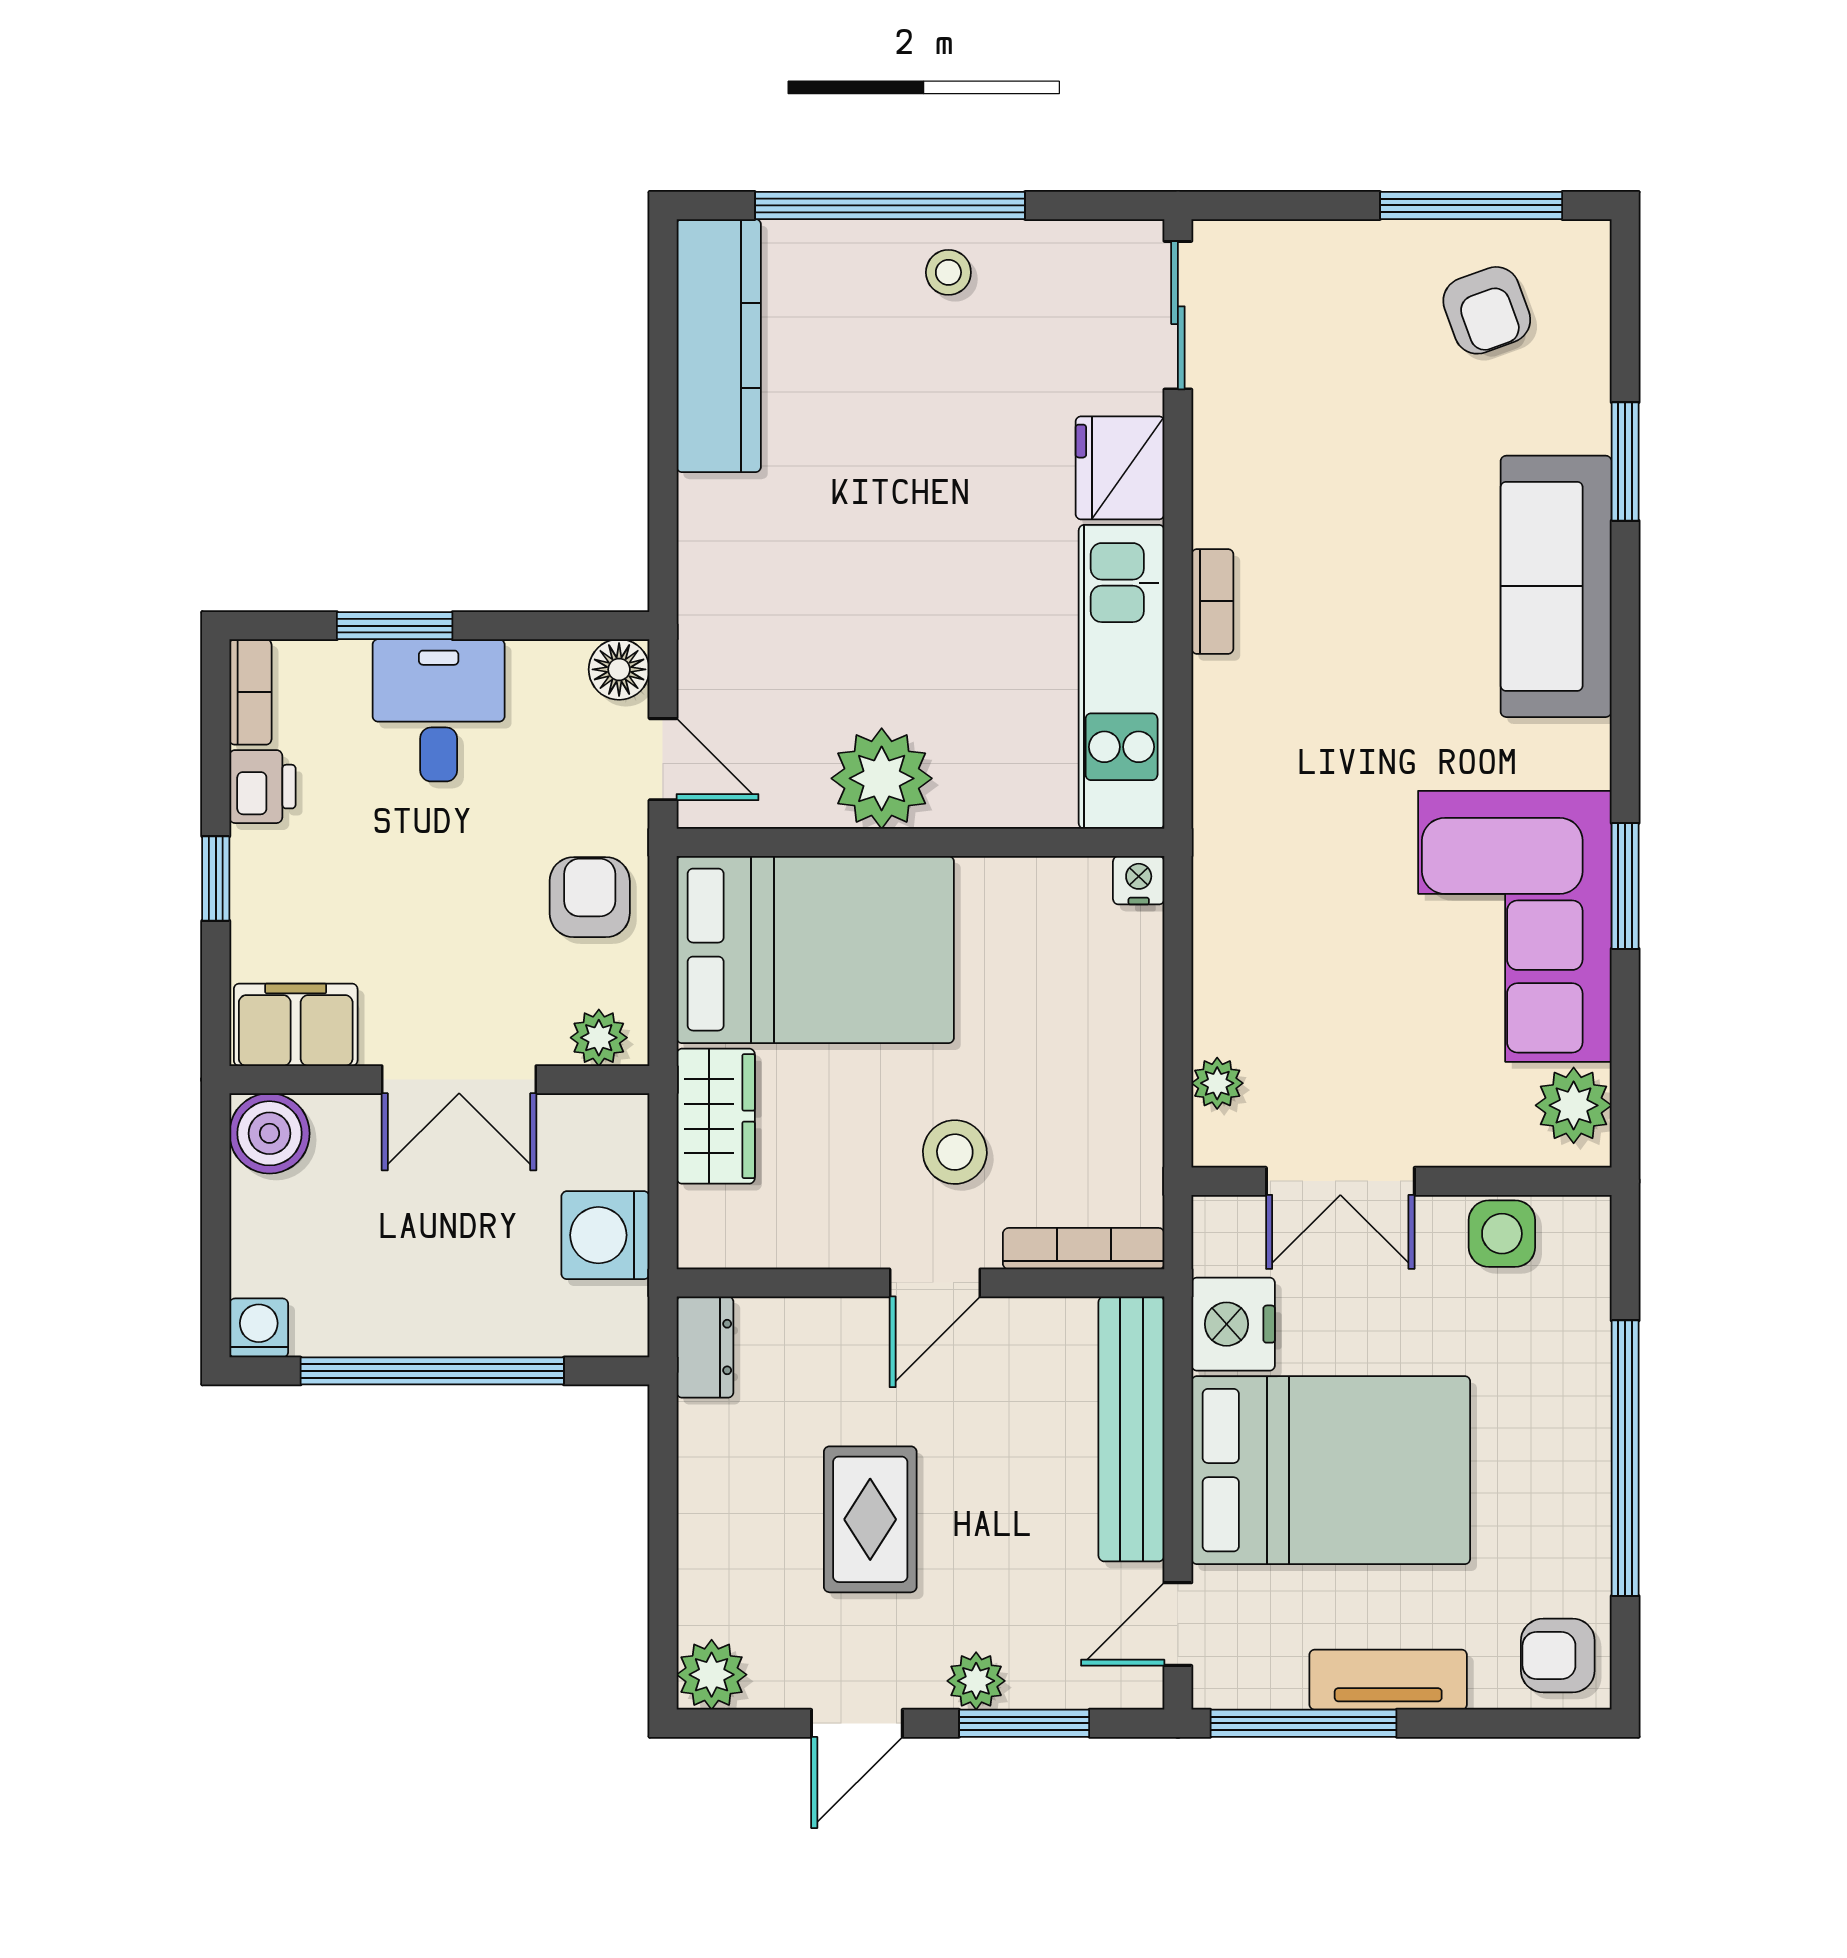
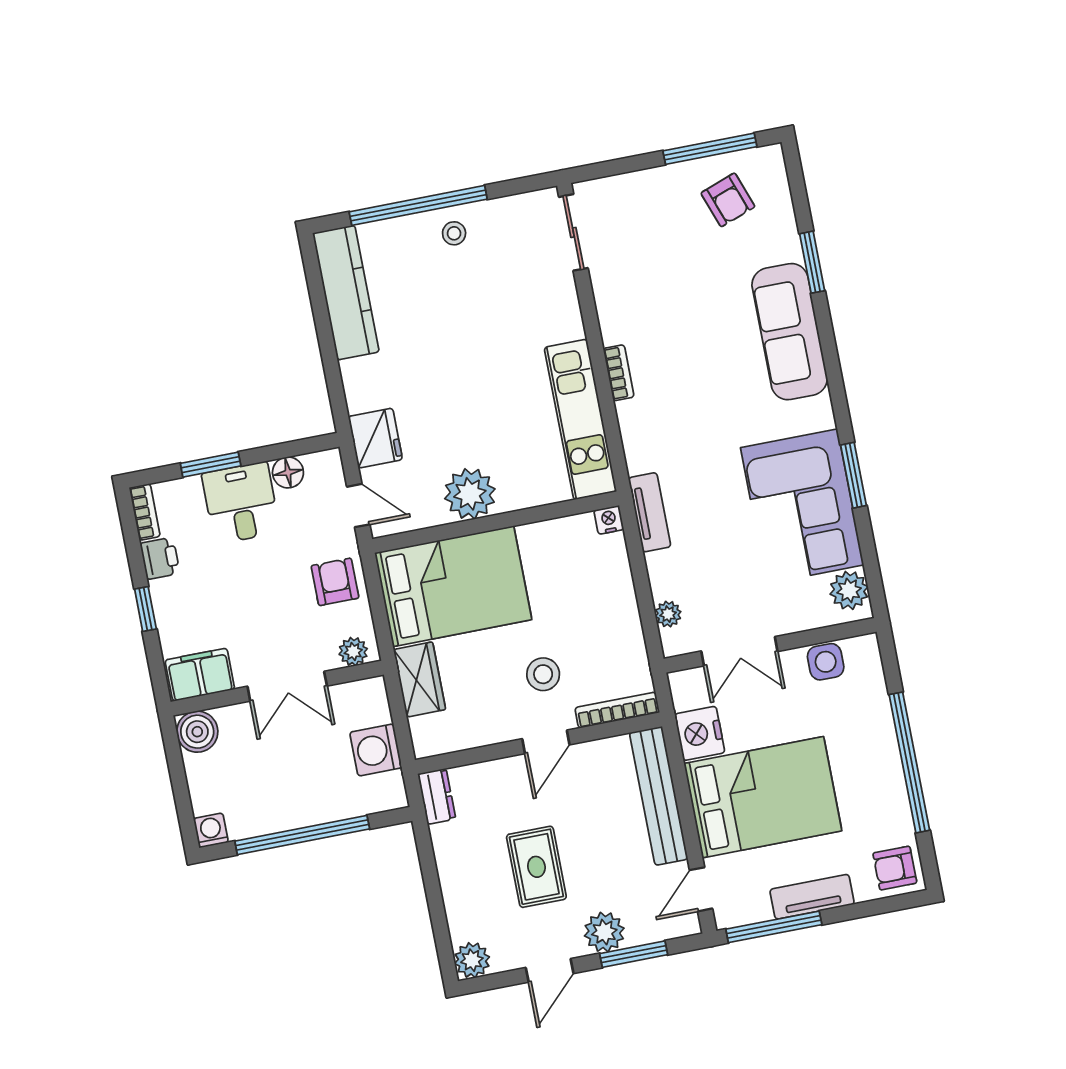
fridge: (1120, 468) -> (375, 438), moved, turned 180
floor lamp: (619, 669) -> (288, 472), moved
tv unit: (1220, 881) -> (650, 512), added
plant: (976, 1681) -> (604, 932), width x1.38, depth x1.38

